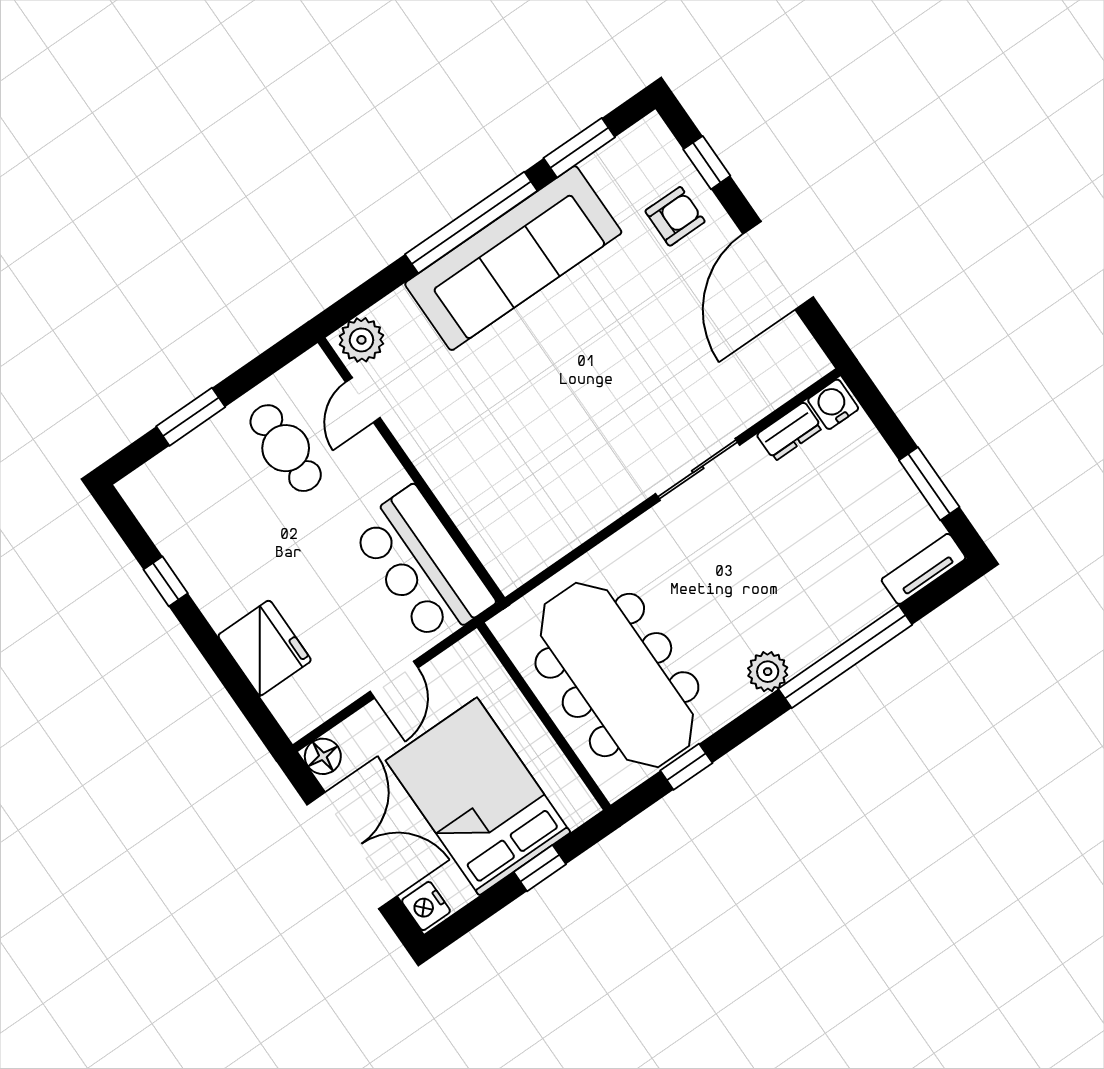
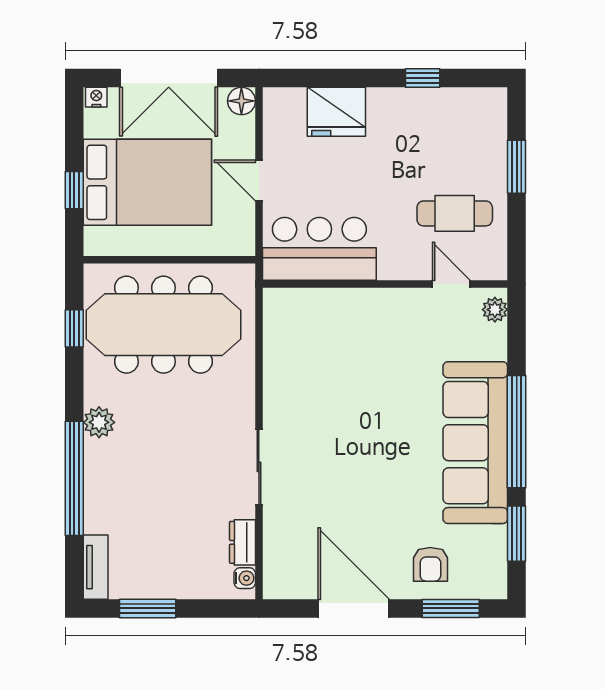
window: (707, 163) -> (451, 608), width x1.50
plant: (361, 340) -> (495, 310), width x0.73, depth x0.73
water cooler: (833, 404) -> (245, 578), width x0.72, depth x0.72
nightstand: (426, 906) -> (96, 97), width x0.72, depth x0.74

